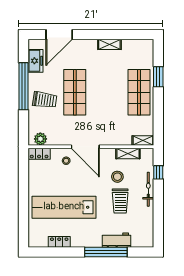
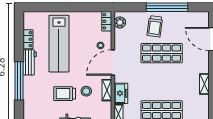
freezer: (36, 61) -> (121, 93), moved, turned -90
shelving: (128, 154) -> (107, 90), moved
lab bench: (64, 207) -> (59, 44), turned 180
workbench: (117, 240) -> (30, 62), moved

